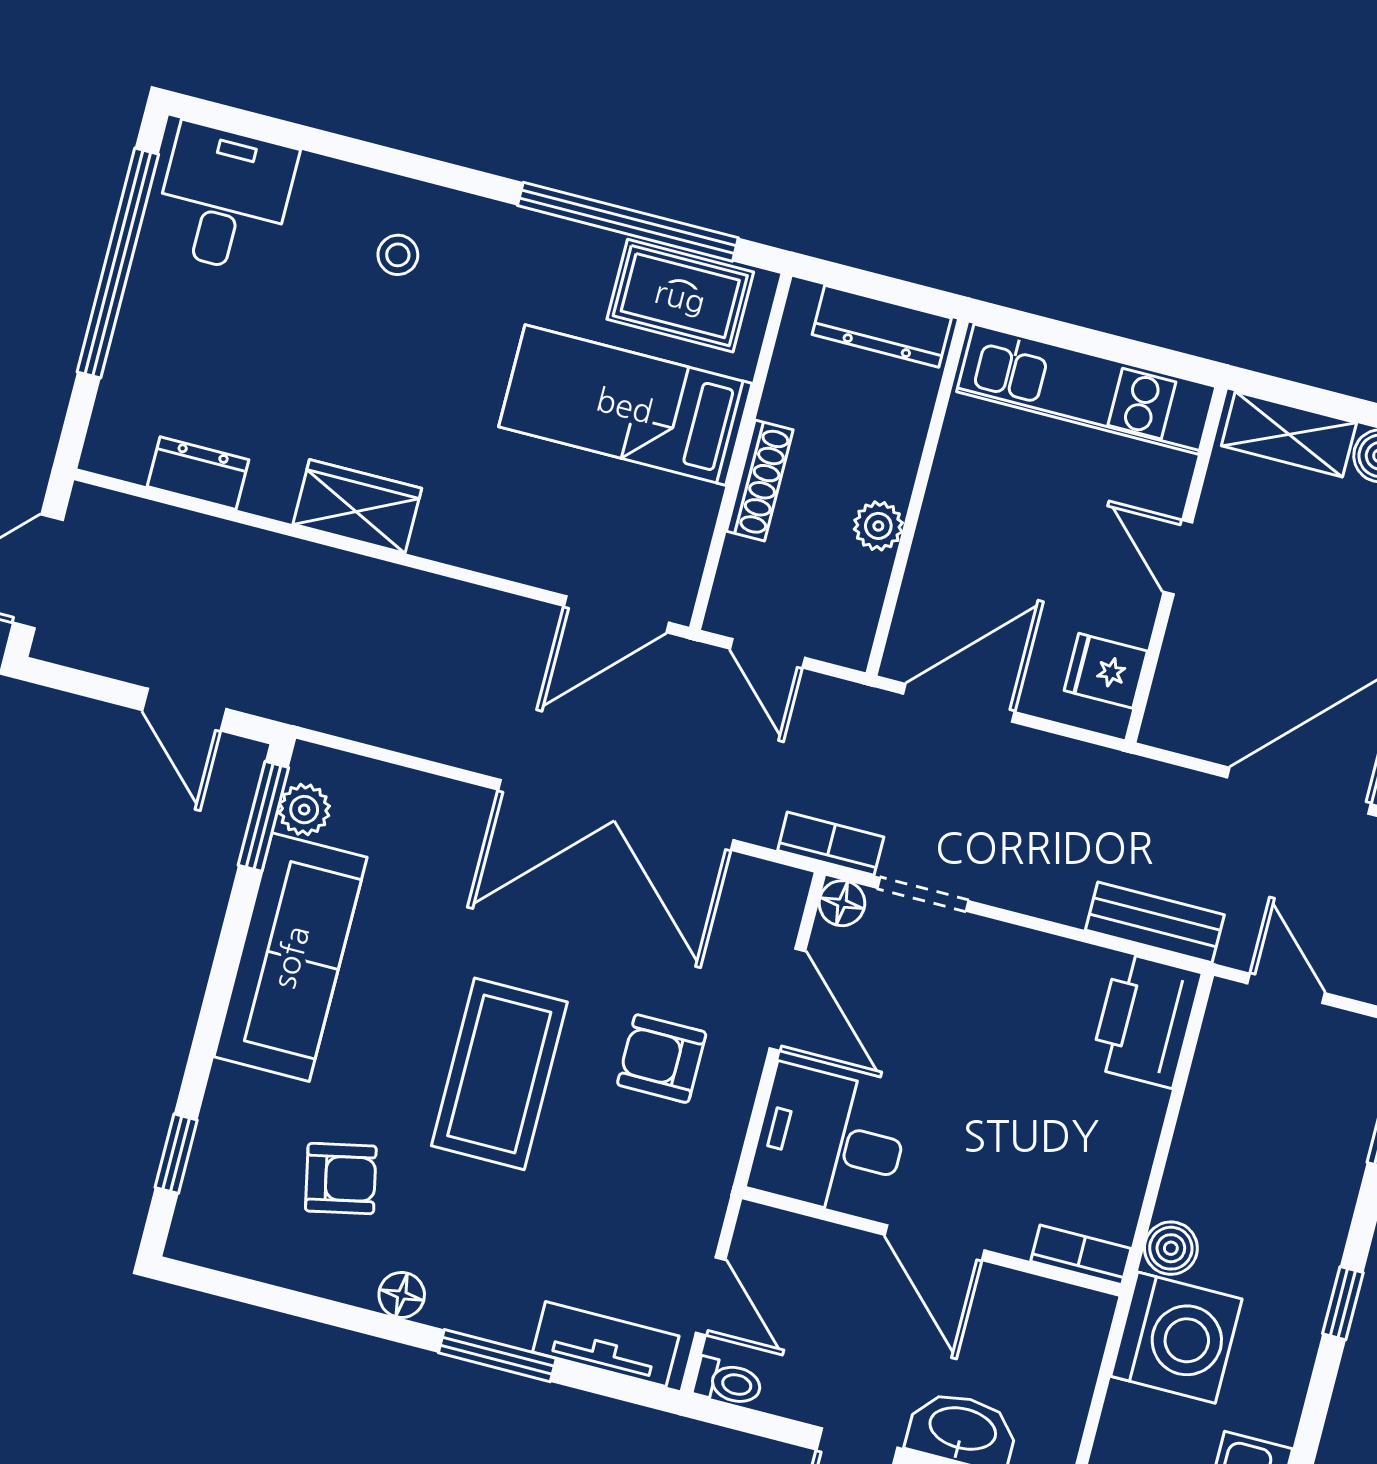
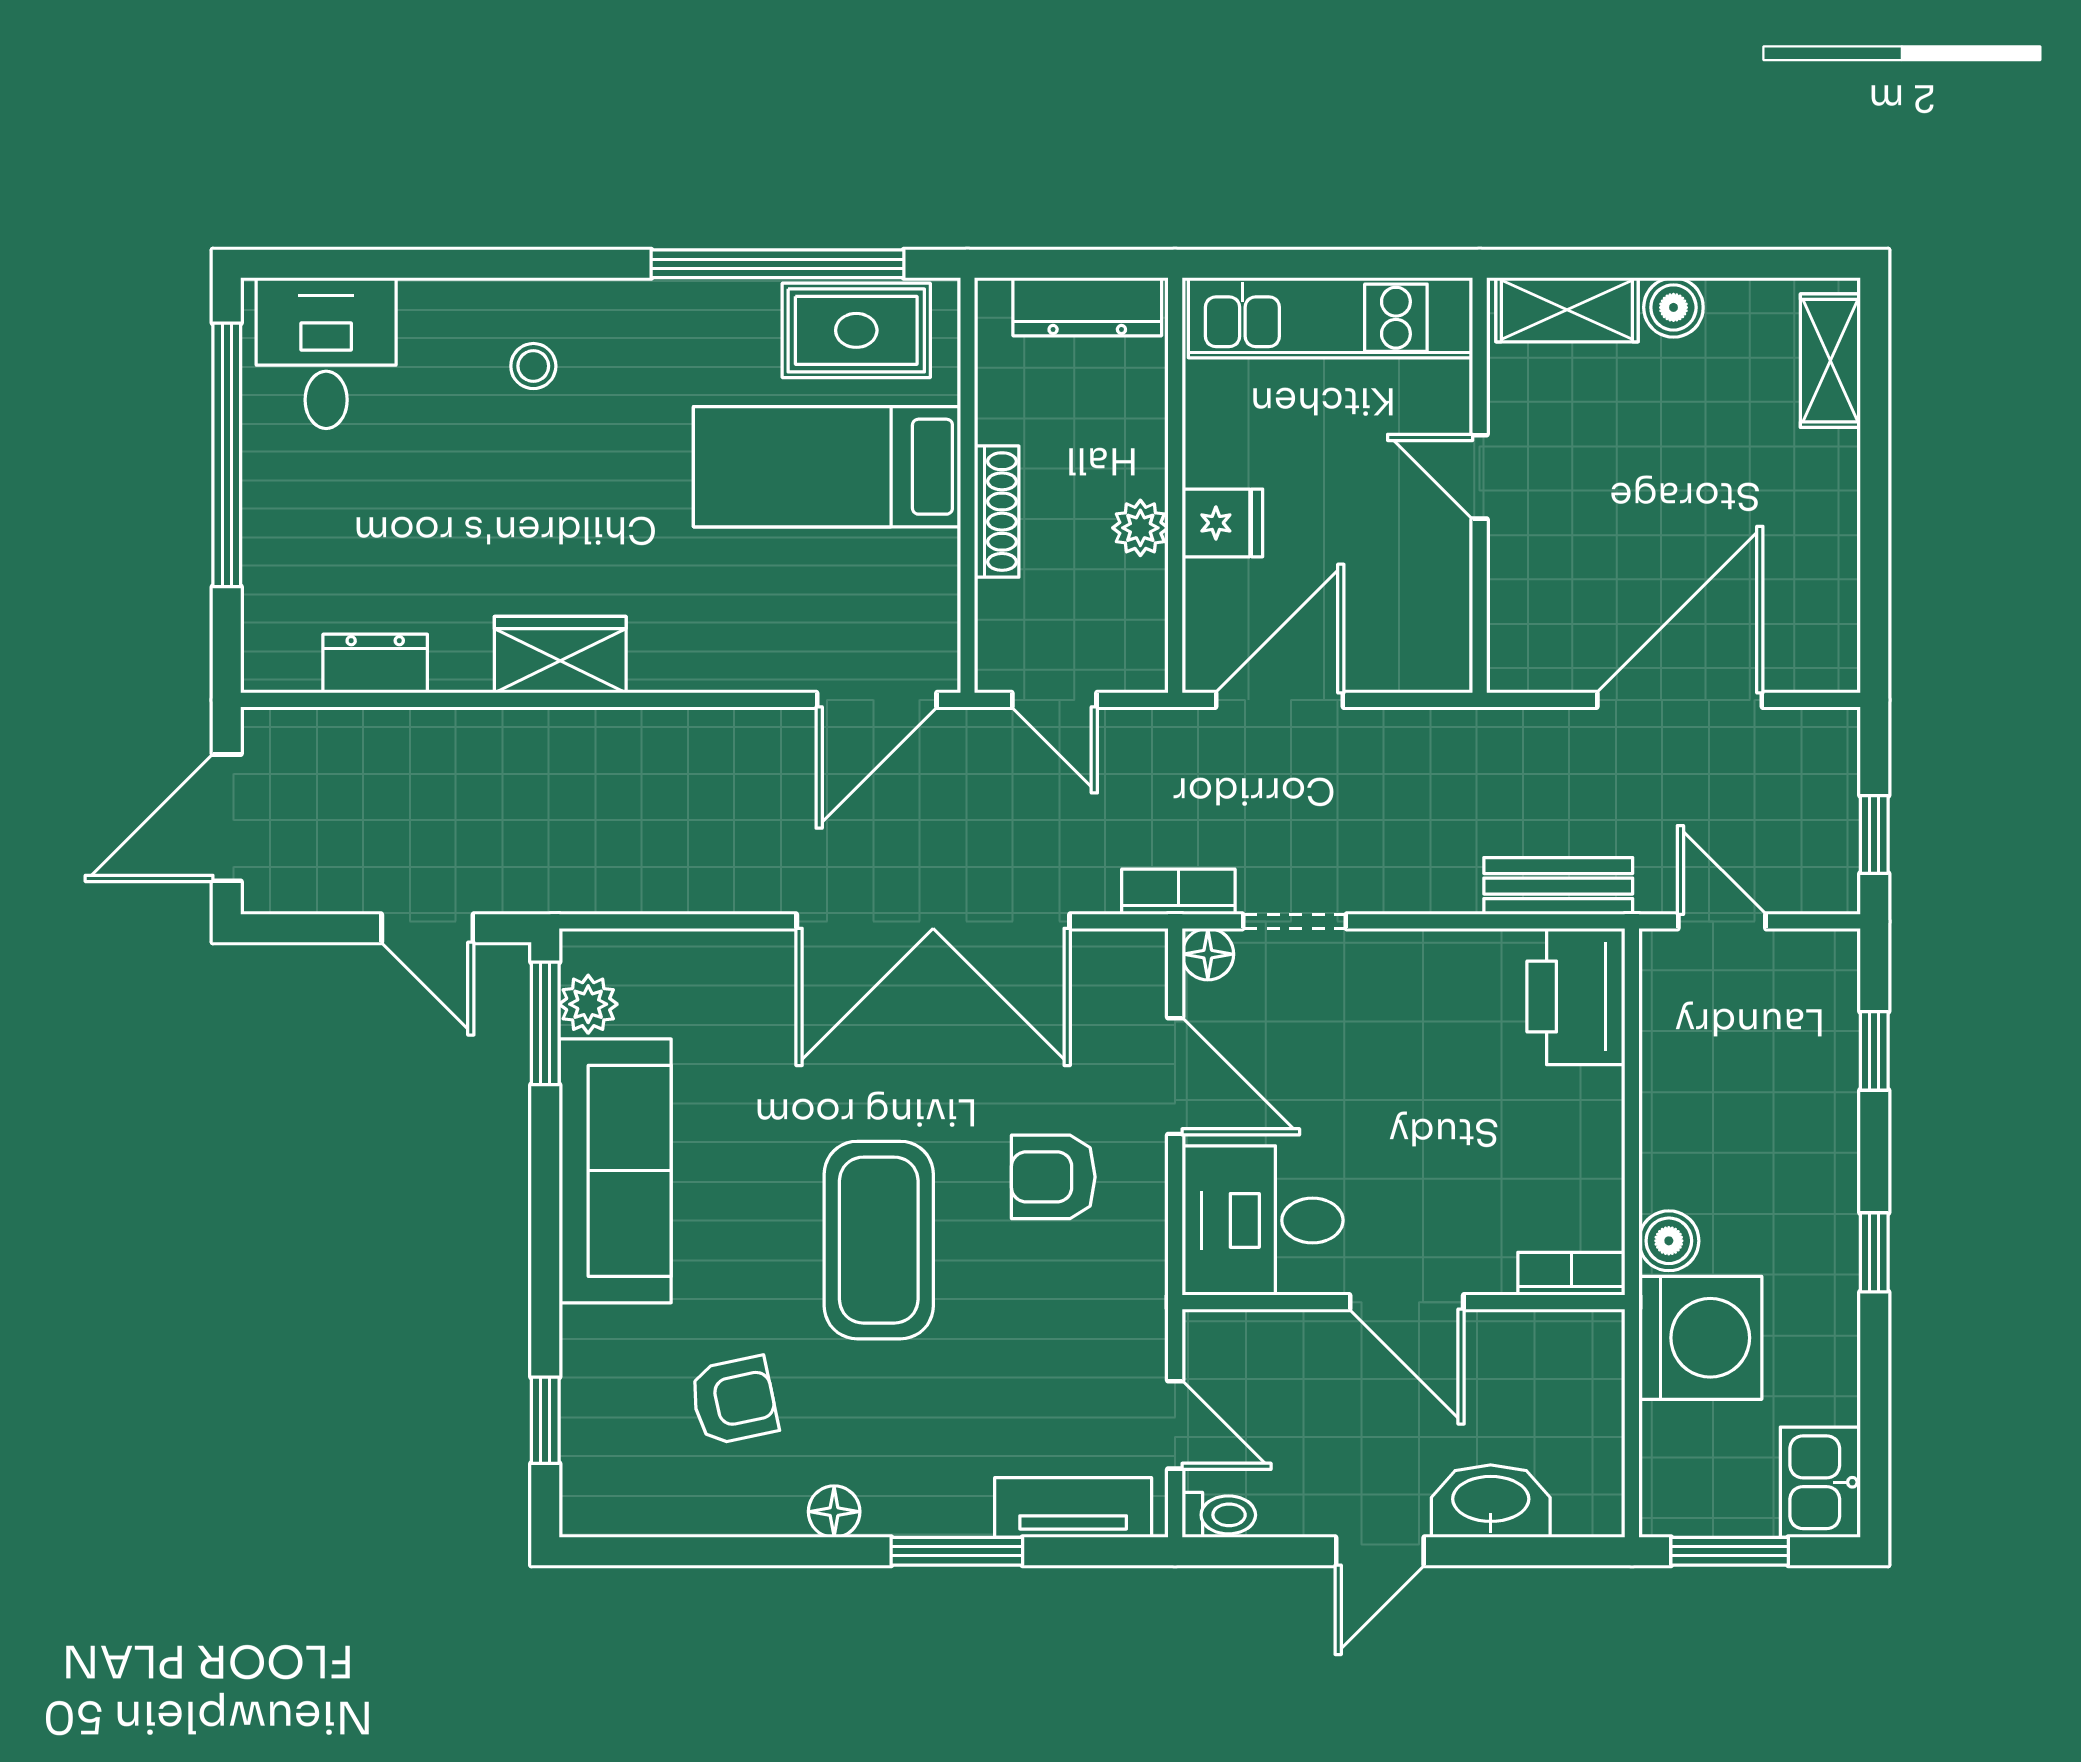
fridge: (1106, 671) -> (1222, 523), moved, turned 180

